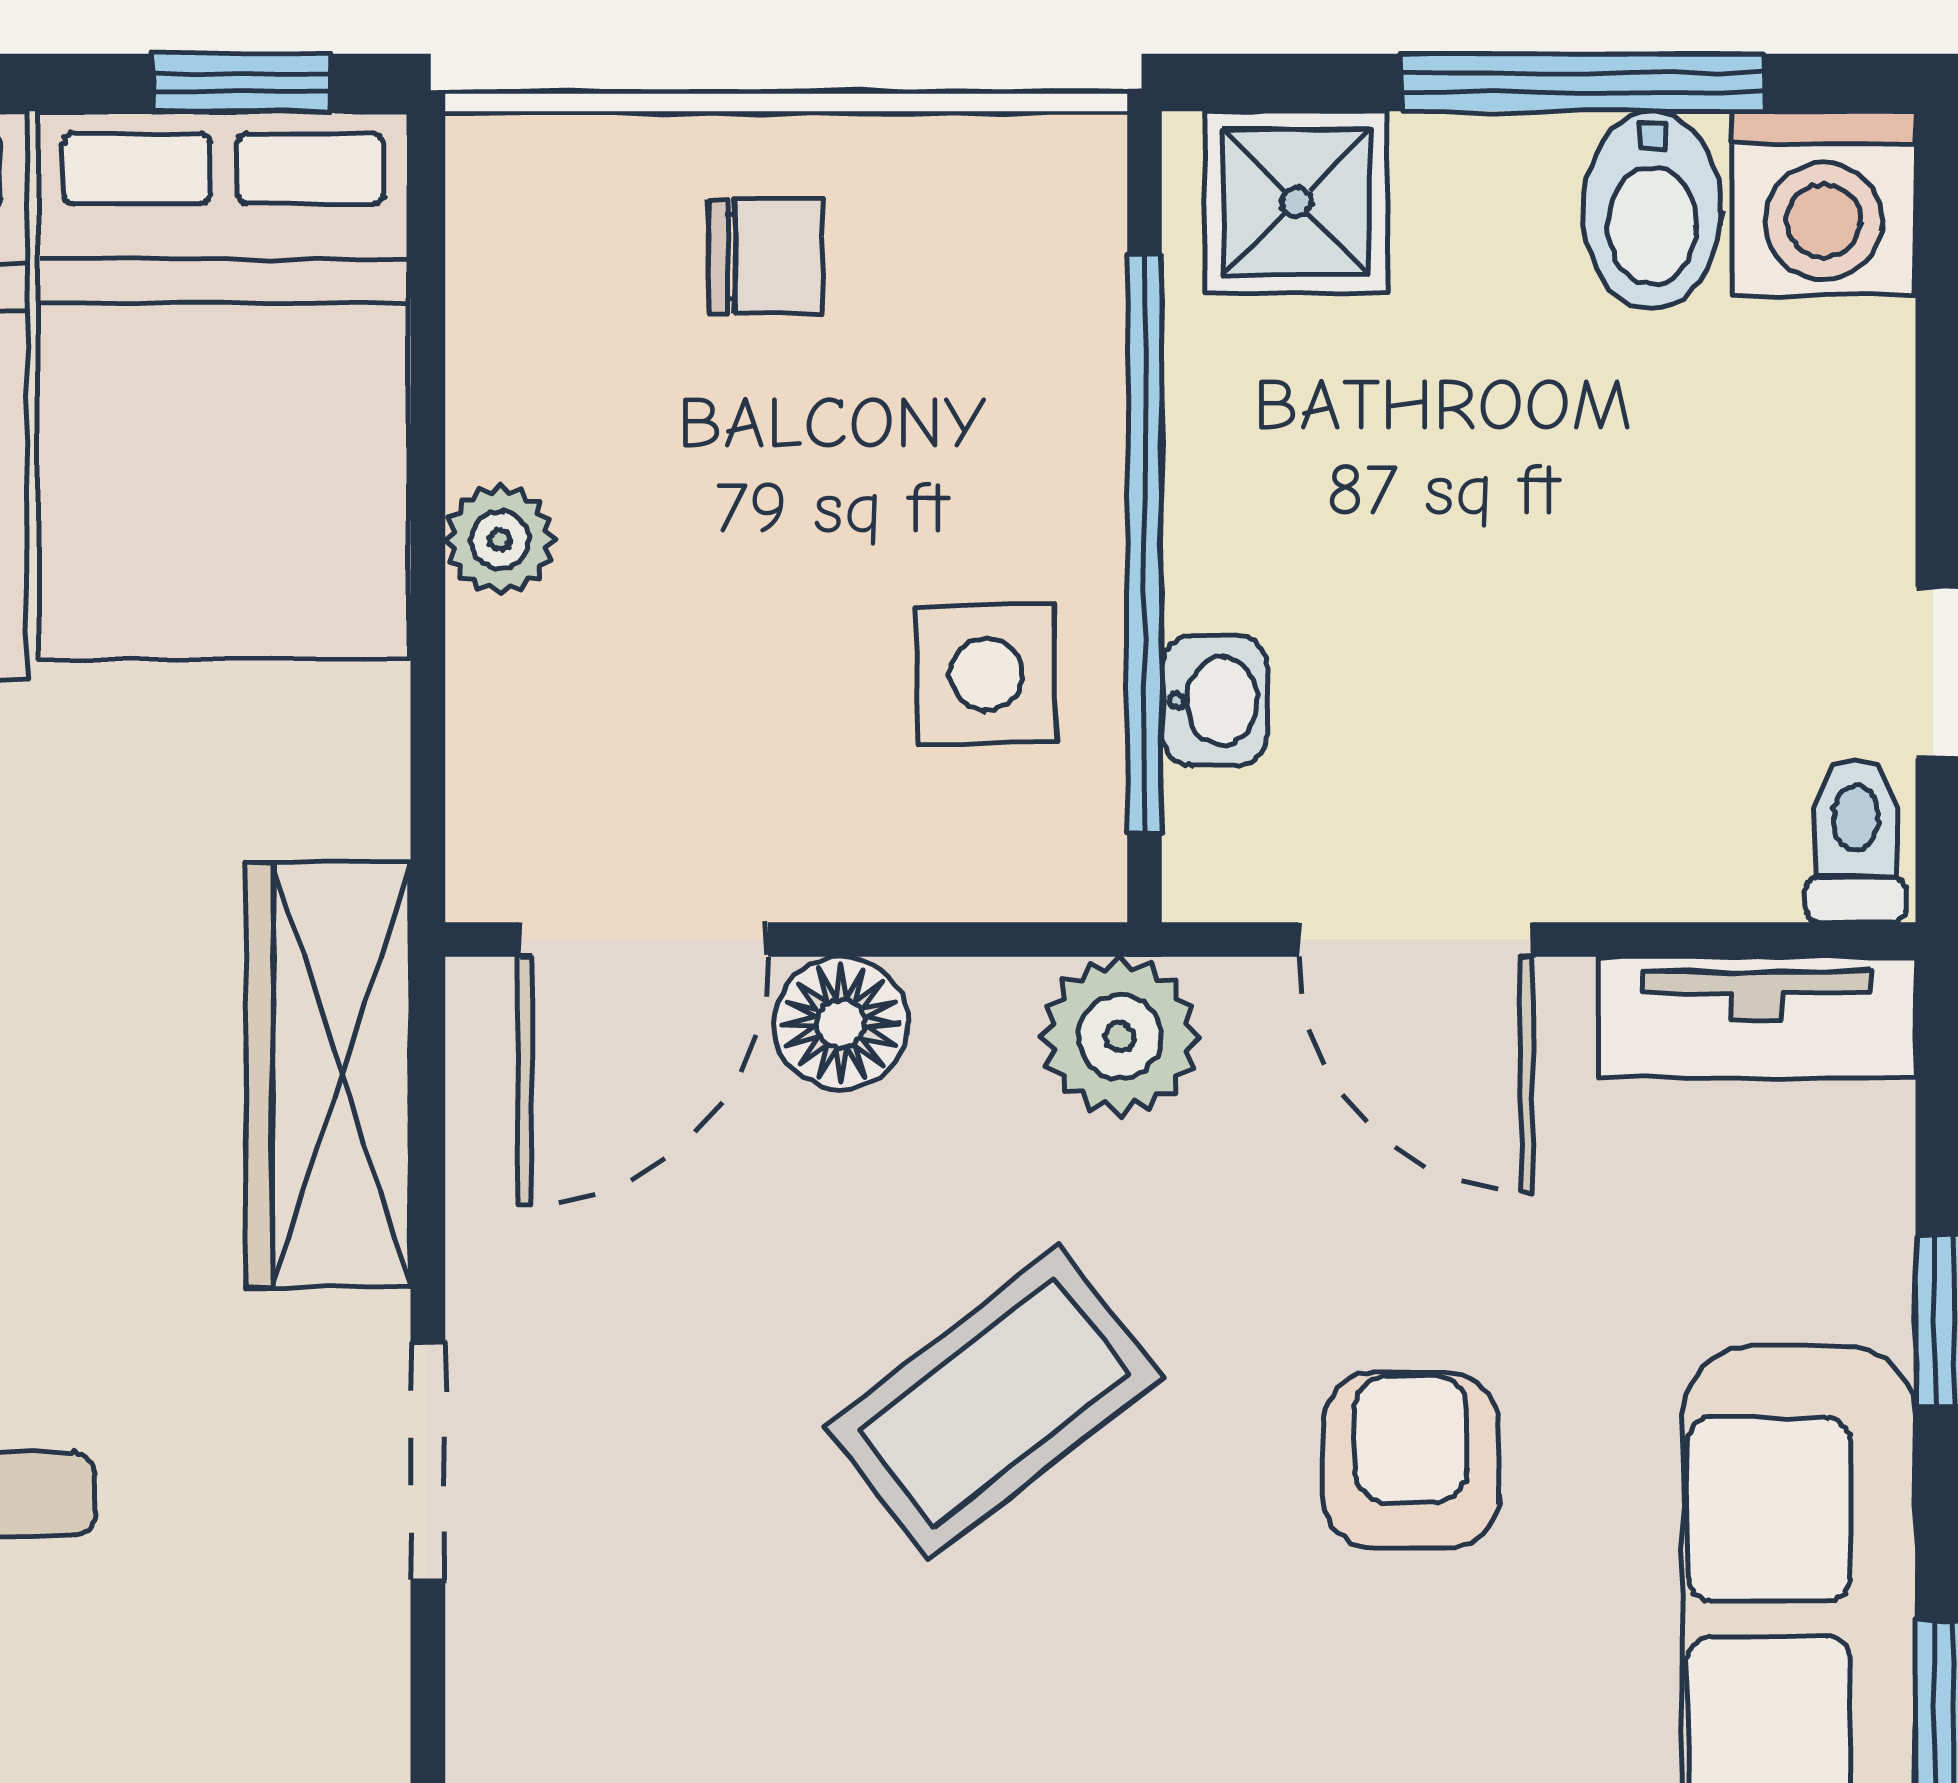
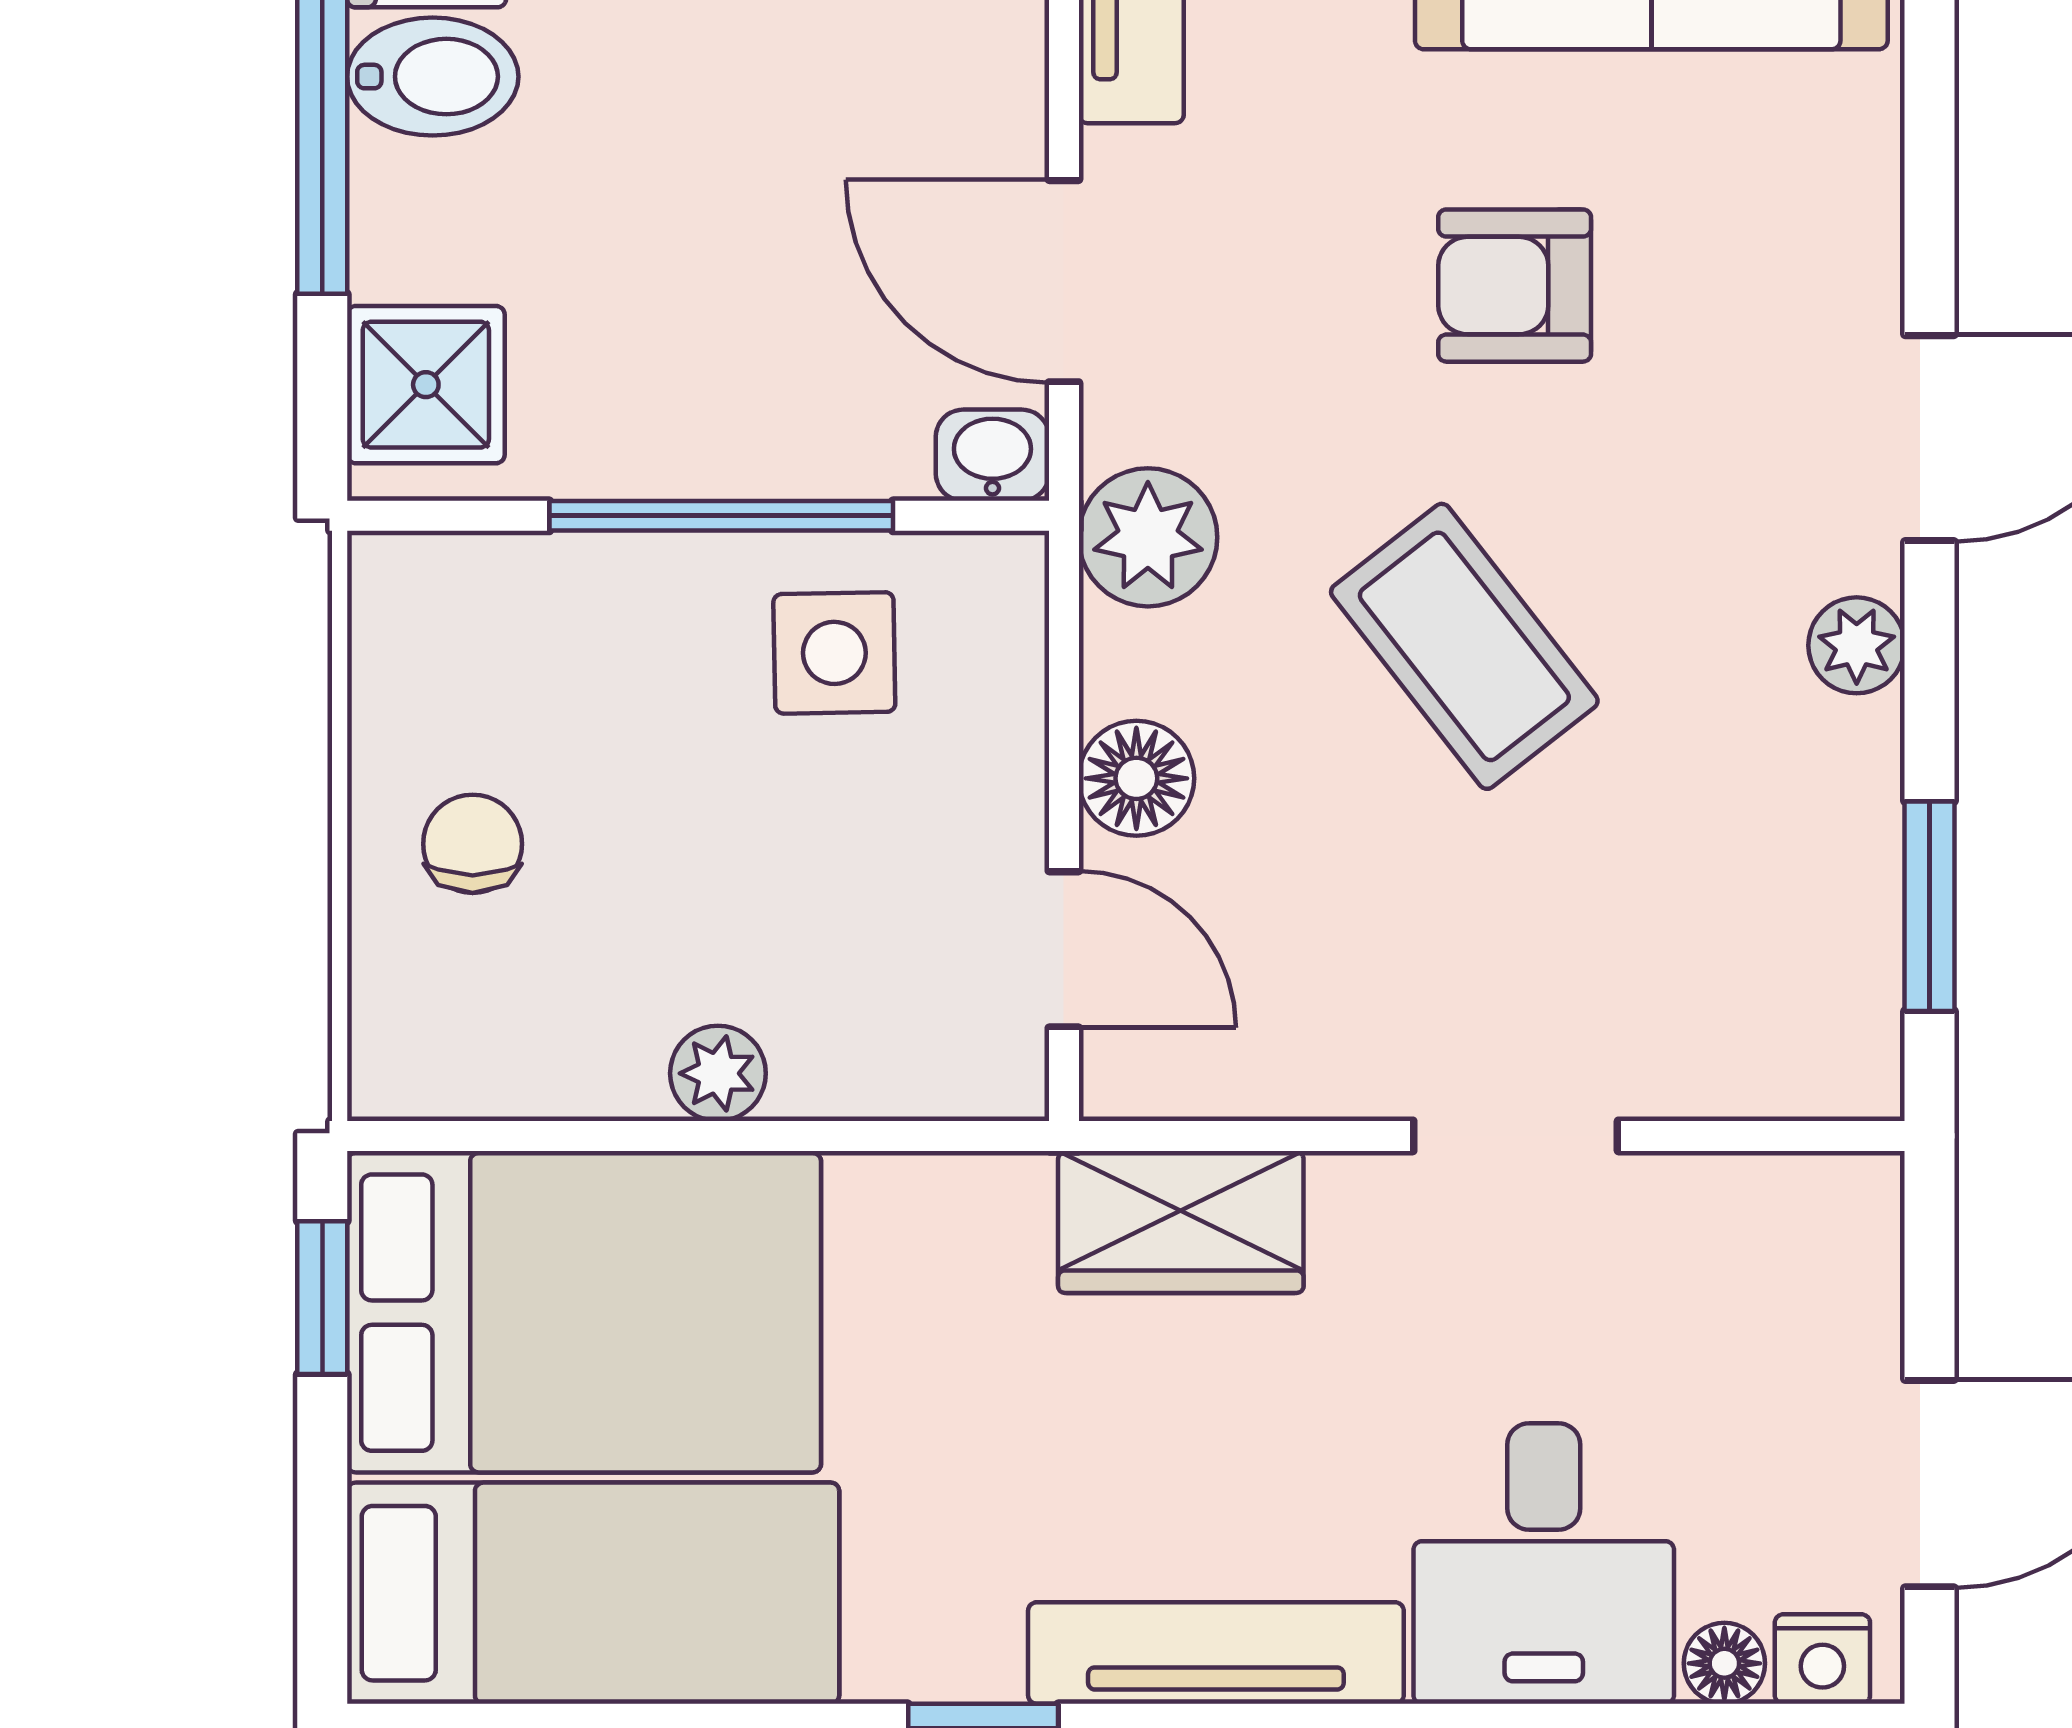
window: (1144, 543) -> (721, 516), width x0.68
washbasin: (1214, 701) -> (992, 455), moved
door: (643, 940) -> (1064, 949), width x0.73
door: (1416, 940) -> (1064, 281), swing flipped
wardrobe: (328, 1075) -> (1181, 1222), width x0.67

